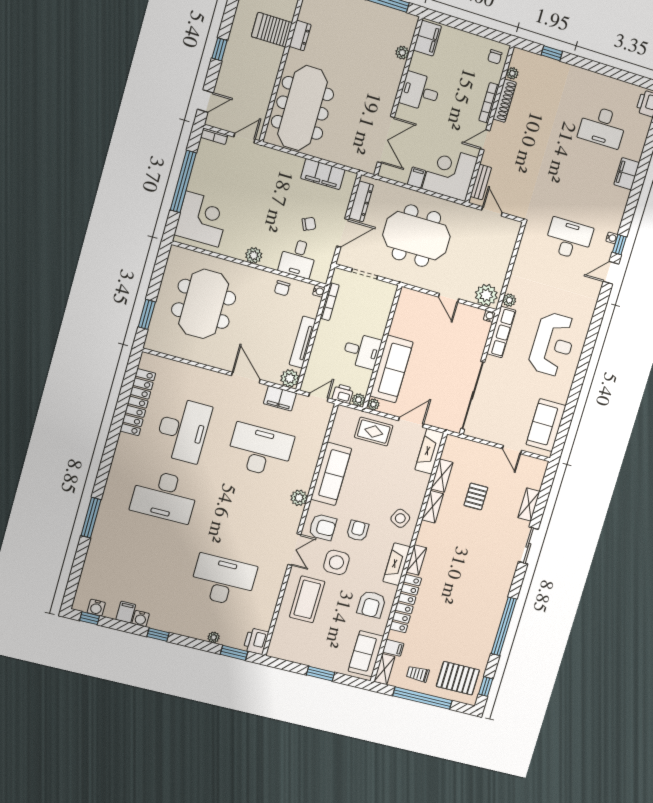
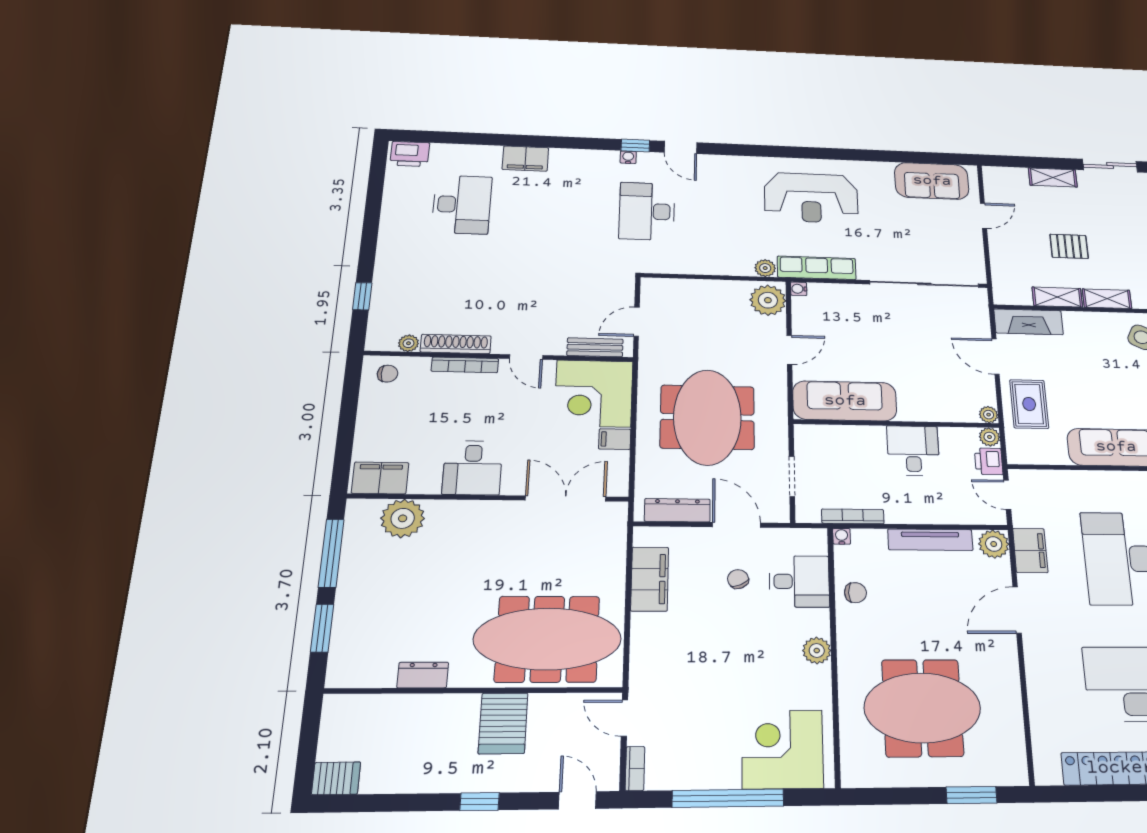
server rack: (272, 30) -> (503, 723), moved
plant: (402, 53) -> (403, 518), width x1.87, depth x1.87
reception desk: (553, 344) -> (811, 198), turned 180
sofa: (391, 369) -> (845, 401), moved

